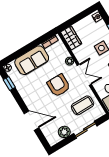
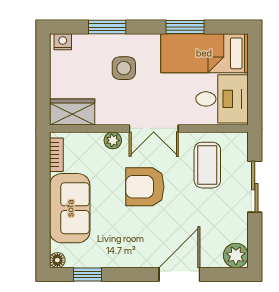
double door: (84, 75) -> (154, 128), swing flipped
plant: (64, 132) -> (236, 255), moved

